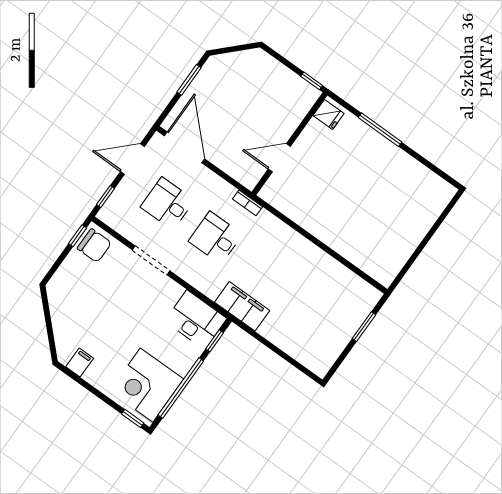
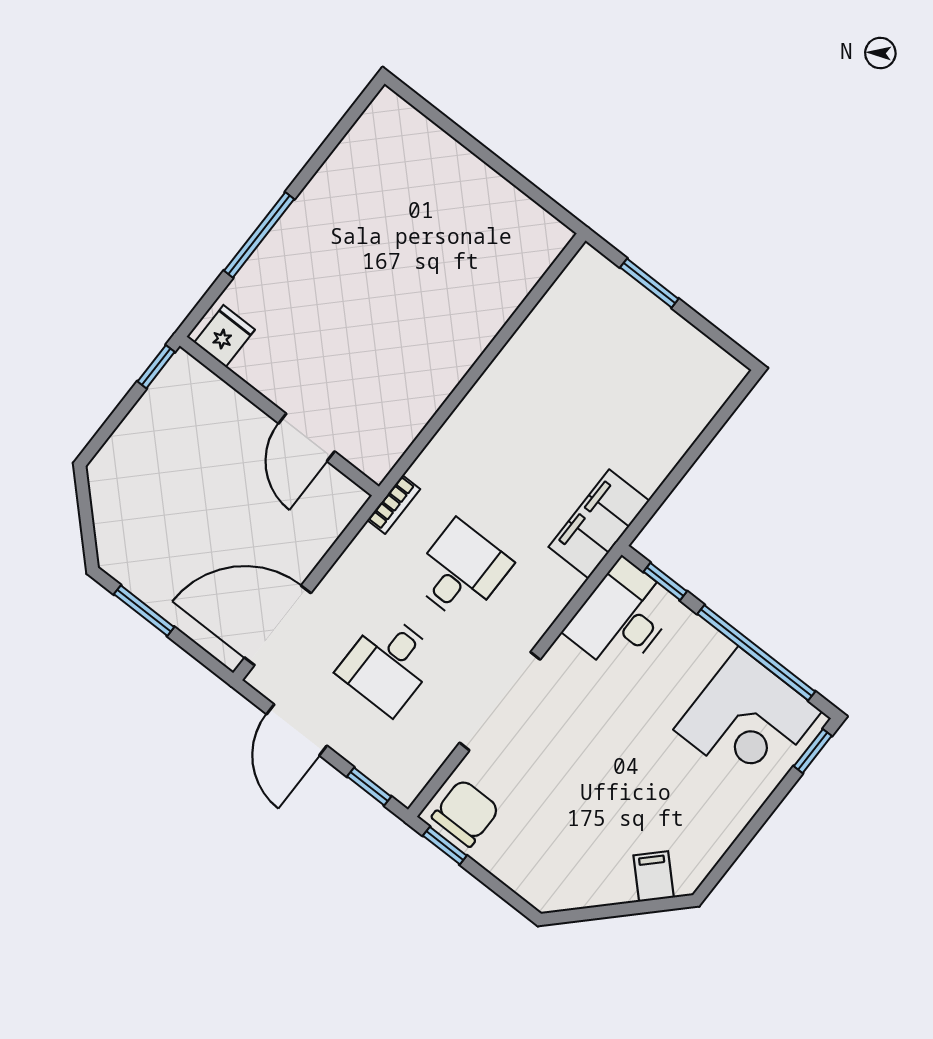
desk: (215, 238) -> (461, 571), turned 180
doorway: (151, 260) -> (500, 701), width x1.36
filing cabinet: (80, 363) -> (654, 876), moved, turned 45

